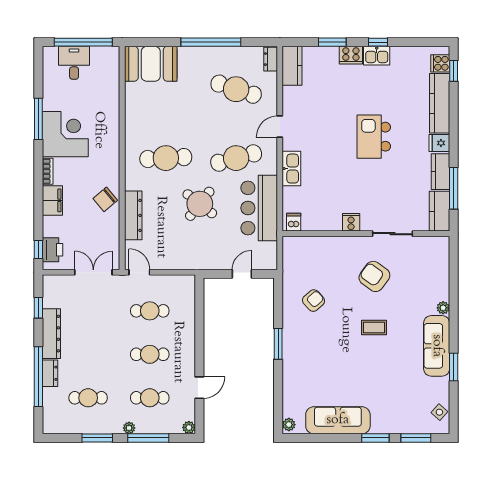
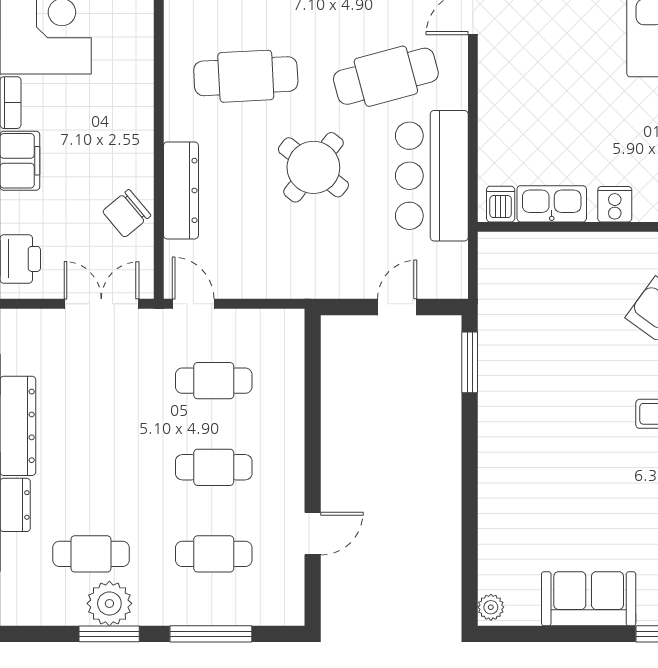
kitchen sink: (291, 169) -> (552, 204), moved, turned -90
chair: (105, 199) -> (127, 213), moved
armchair: (314, 301) -> (540, 360), removed
window: (278, 344) -> (470, 362), moved
sofa: (338, 420) -> (589, 599), width x0.73
plant: (189, 427) -> (292, 613), removed
plant: (129, 428) -> (109, 603), moved, width x1.87, depth x1.87

